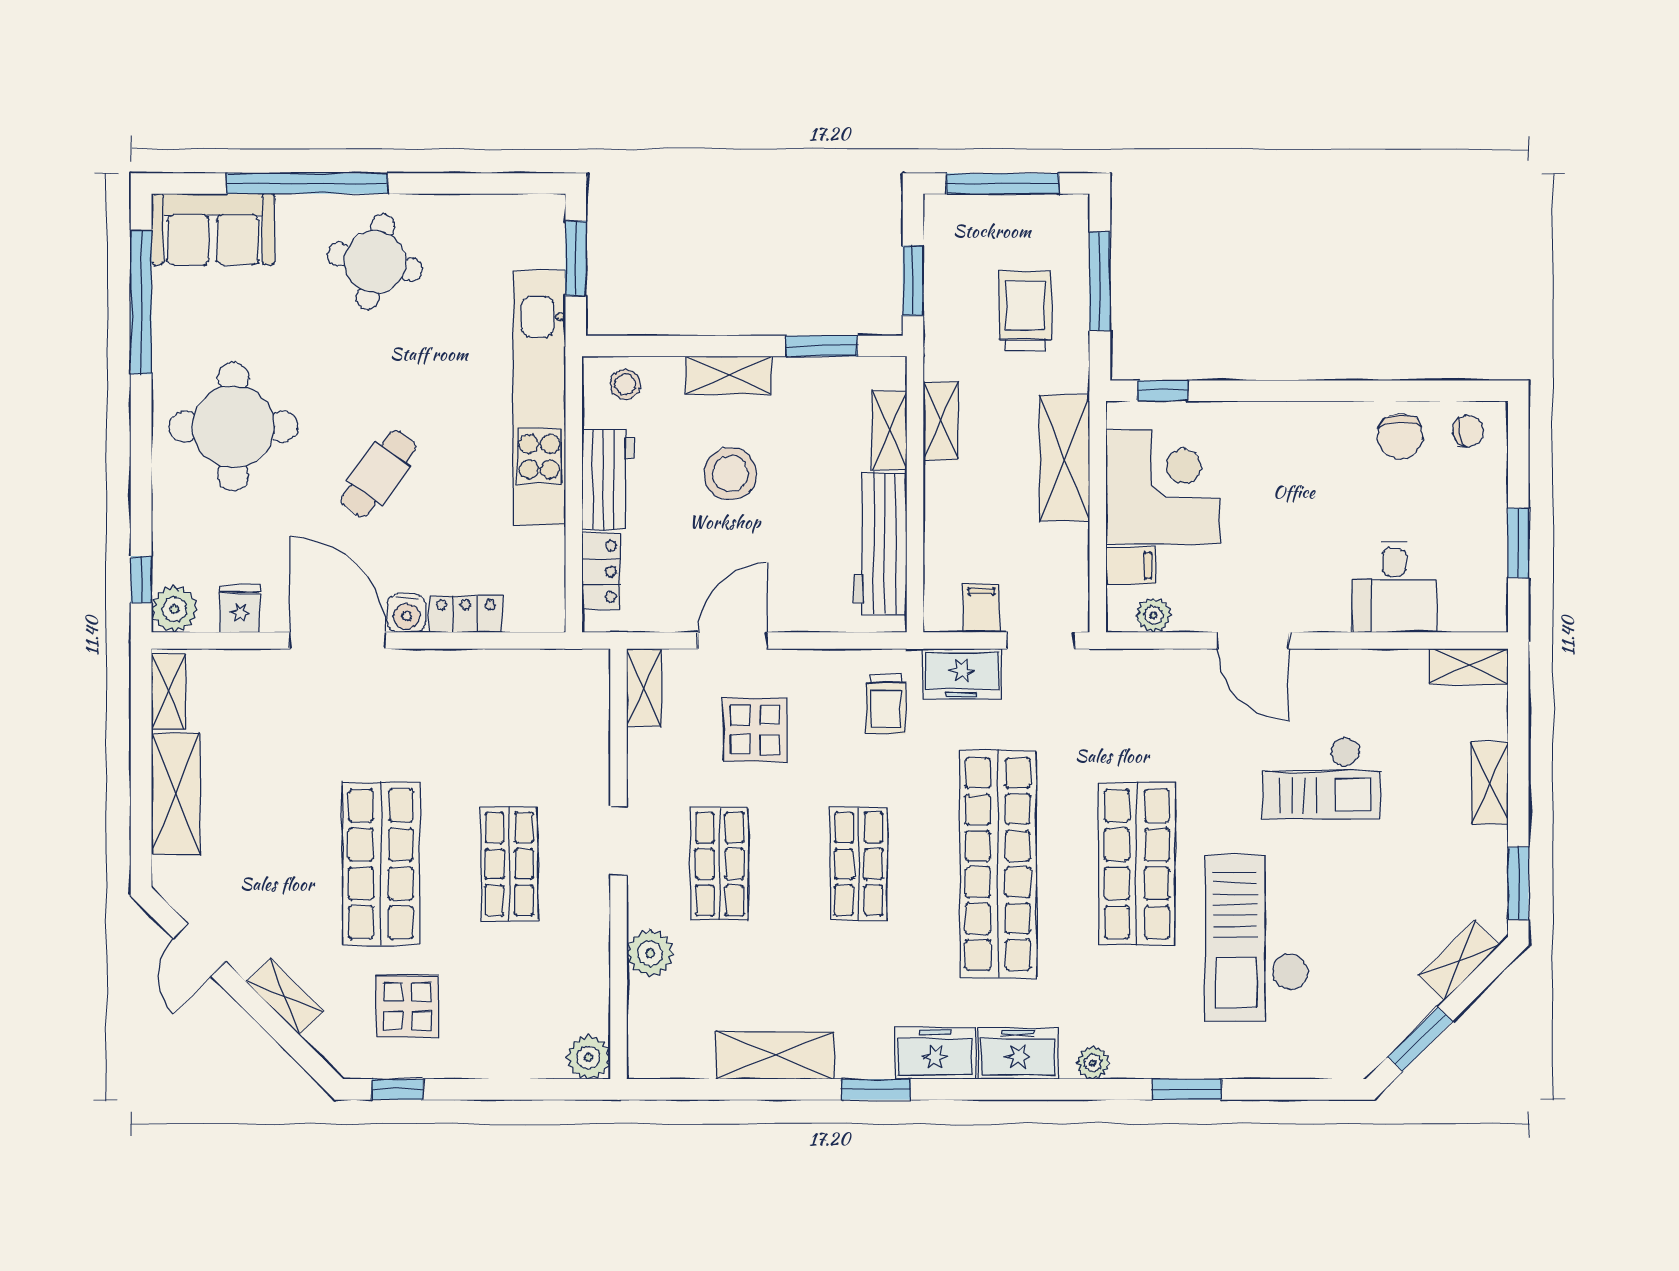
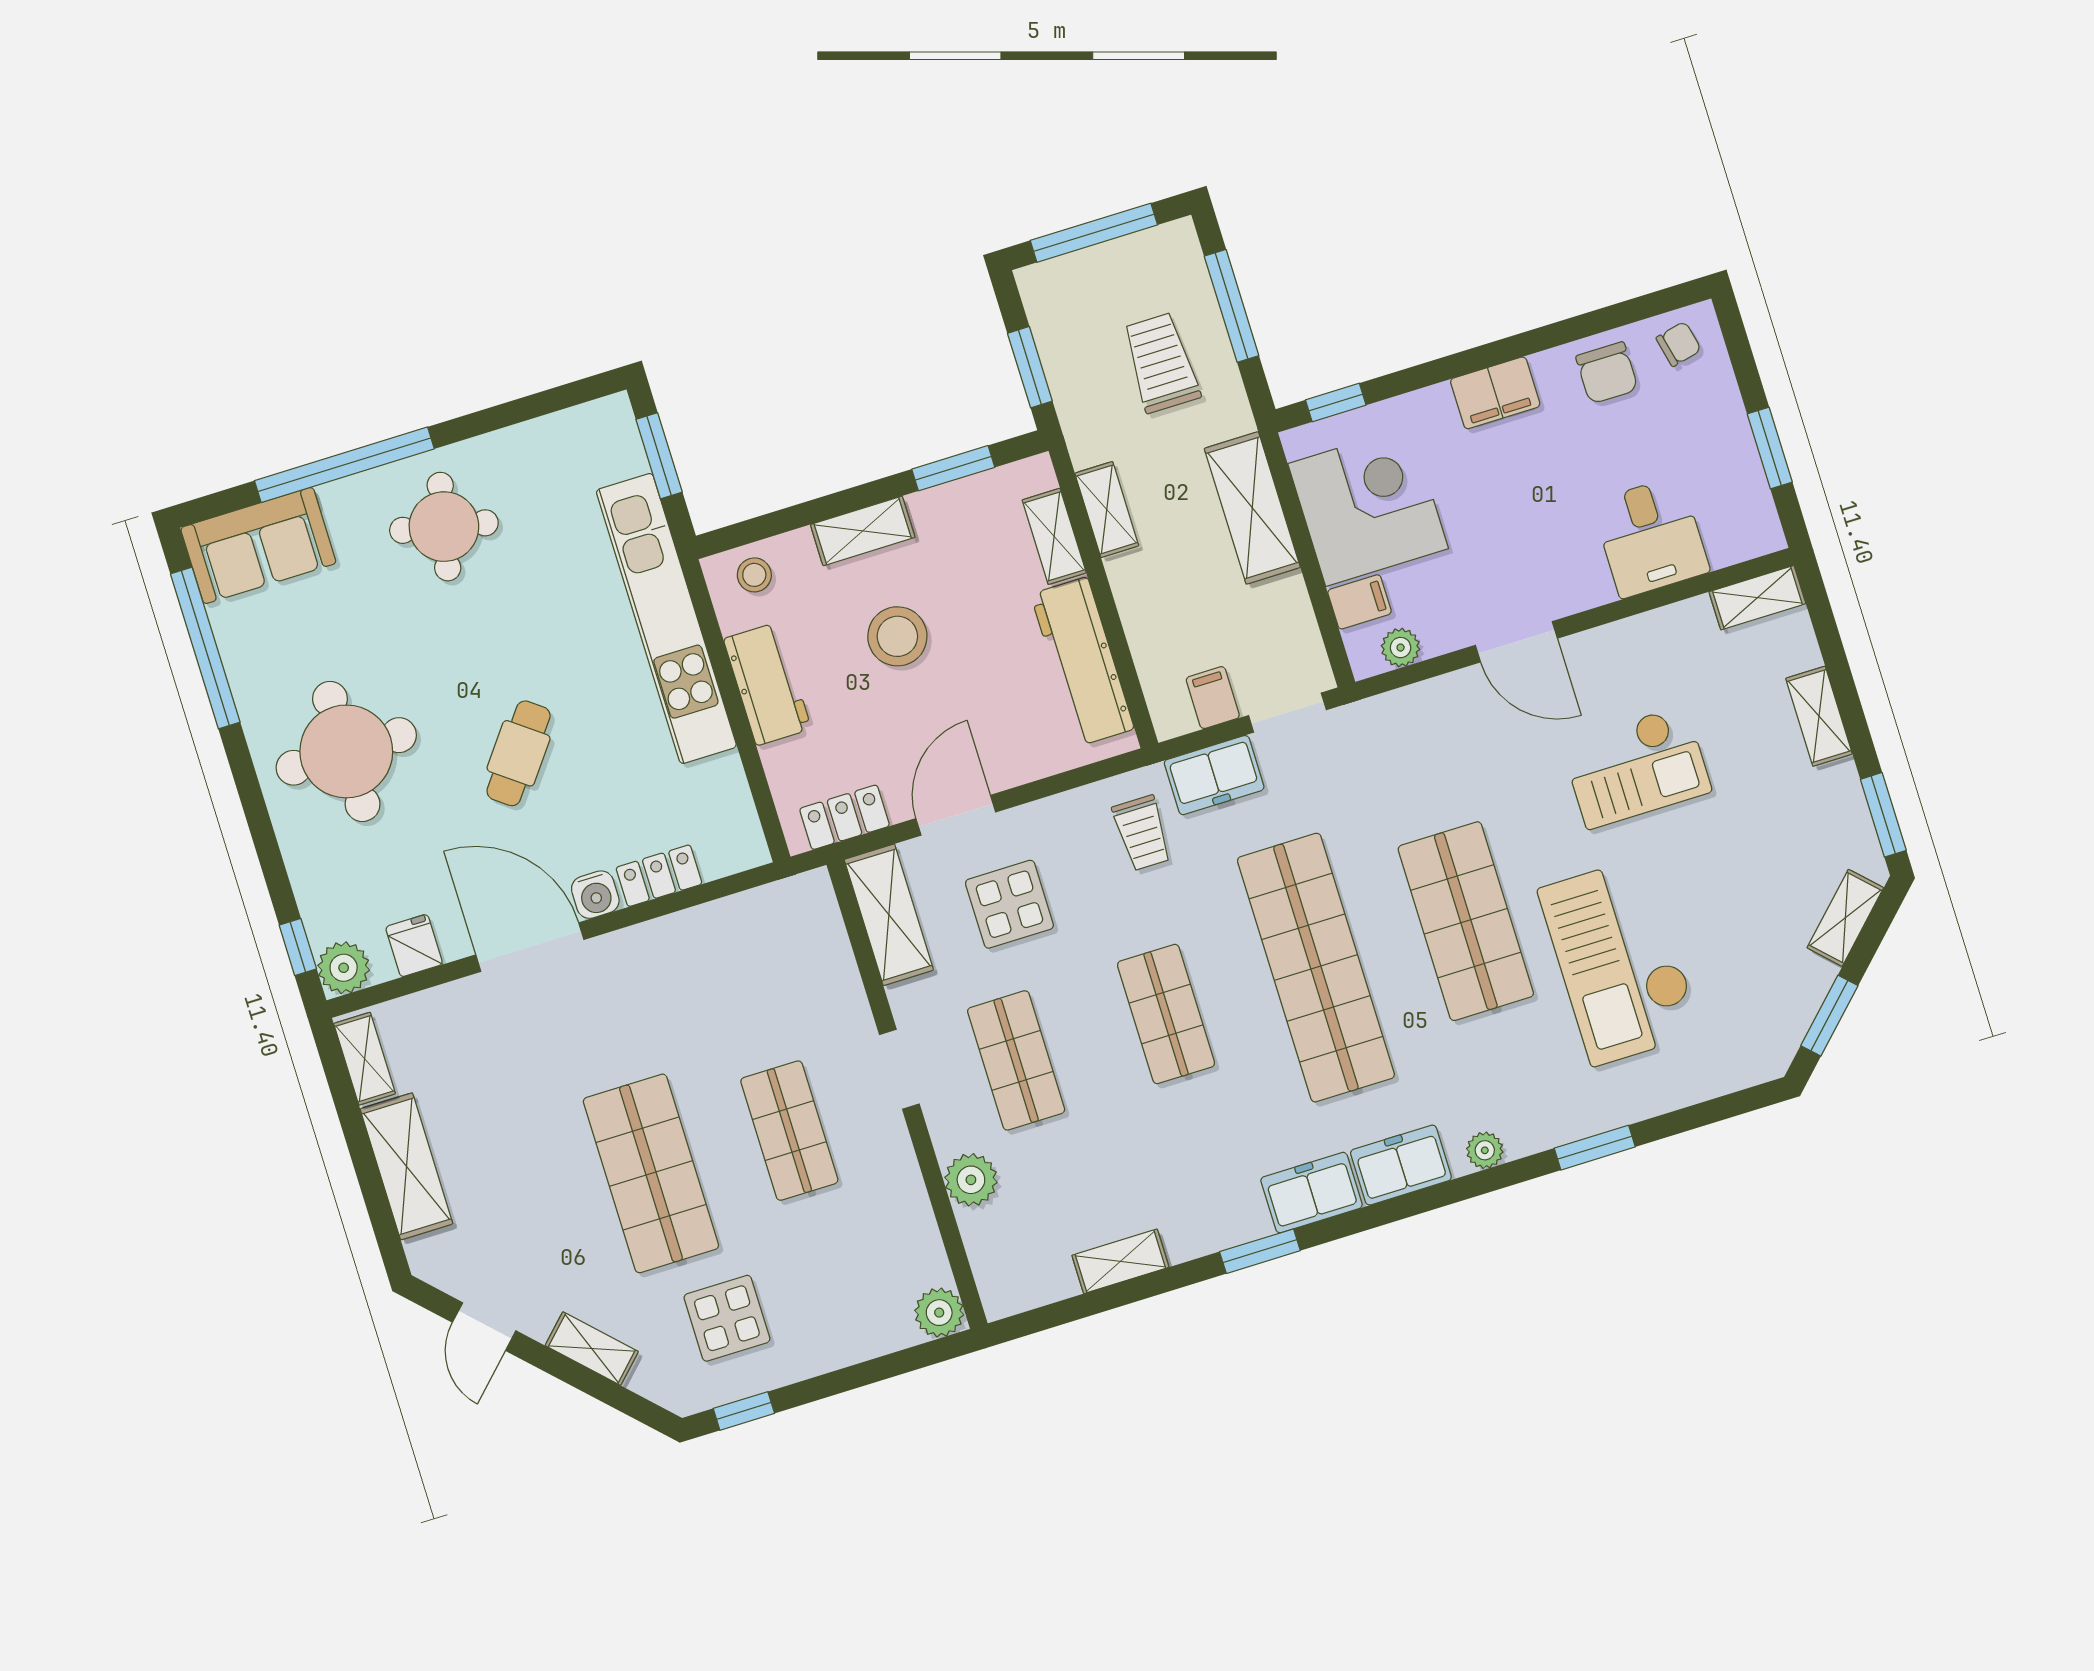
filing cabinet: (1300, 424) -> (1495, 393), added
locker: (601, 571) -> (845, 817), moved, turned -90
shelving: (644, 688) -> (889, 915), width x1.50, depth x1.33
shelving: (775, 1055) -> (1120, 1261), width x0.67, depth x0.75

